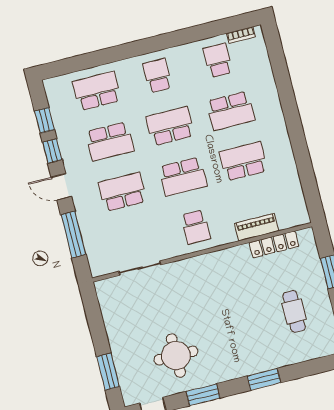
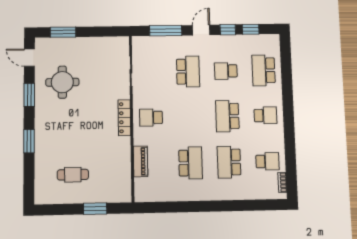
school desk: (97, 91) -> (264, 70), turned 180
school desk: (170, 126) -> (227, 116), turned 180
school desk: (110, 141) -> (226, 71), width x0.54
school desk: (183, 177) -> (189, 117), removed
locker: (274, 244) -> (124, 118), moved

